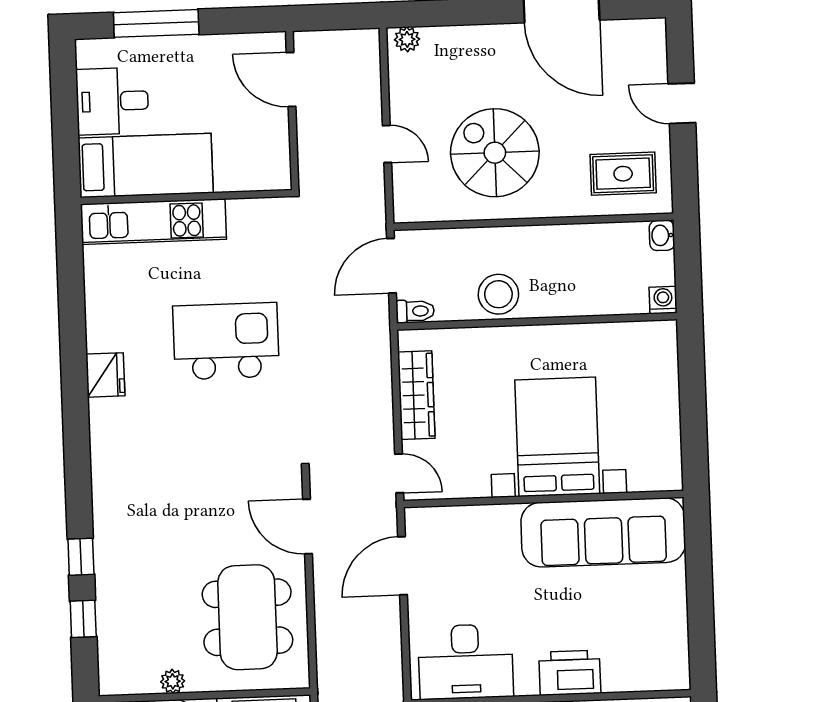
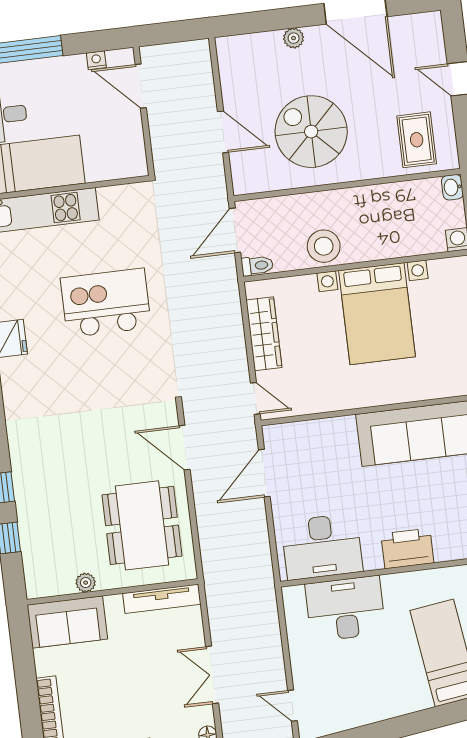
plant: (407, 39) -> (294, 38), moved
nightstand: (239, 43) -> (96, 60), added
door: (387, 144) -> (223, 132), width x1.37
rug: (623, 174) -> (417, 140), turned 90
bed with nightstands: (557, 437) -> (377, 314), moved, turned 180

